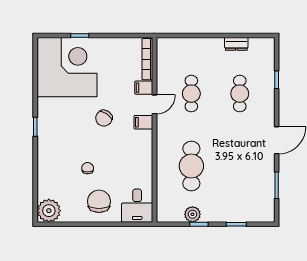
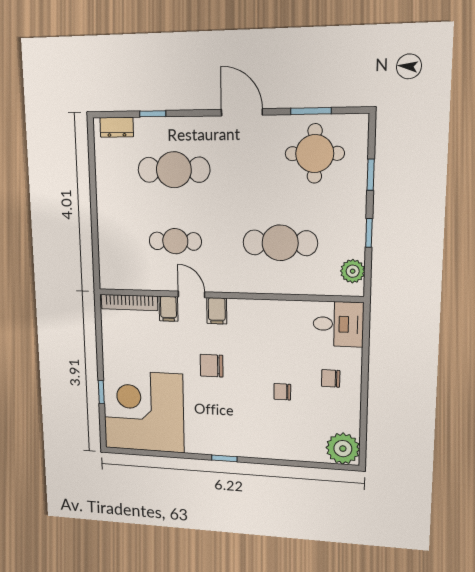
dresser: (236, 44) -> (117, 127), moved, turned 90
cafe table: (240, 94) -> (174, 170), width x1.37, depth x1.35
chair: (104, 118) -> (212, 366), turned 146
round table: (250, 188) -> (315, 154), added
chair: (99, 201) -> (331, 378), width x0.54, depth x0.54
plant: (192, 214) -> (353, 271), moved

